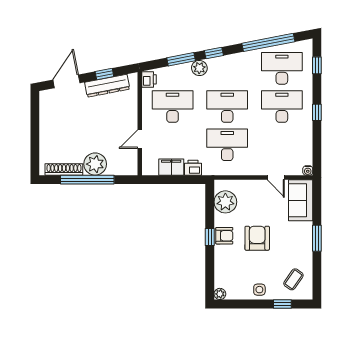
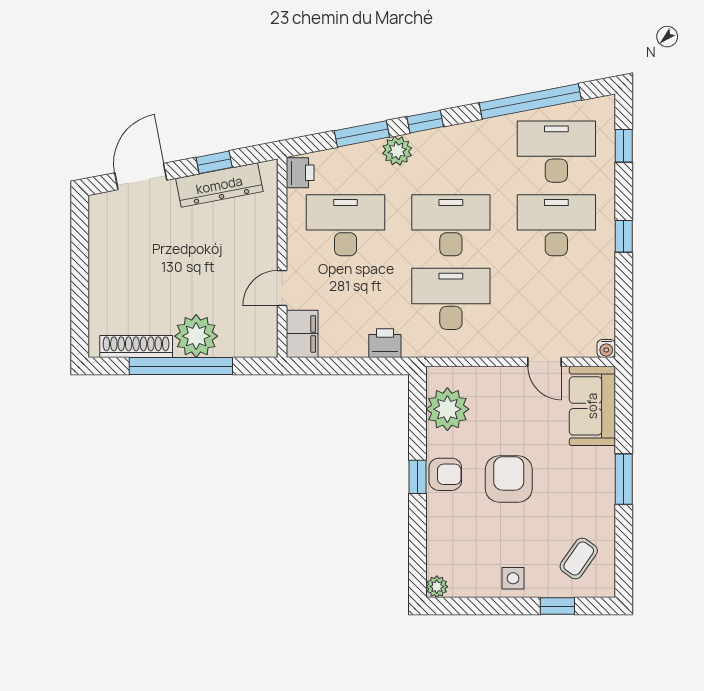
filing cabinet: (171, 167) -> (302, 334), moved, turned 90

